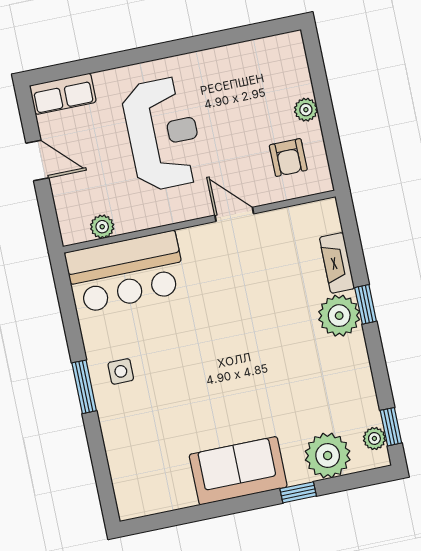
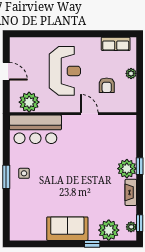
row of seats: (63, 94) -> (116, 44), moved
armchair: (288, 158) -> (107, 85), moved
plant: (102, 227) -> (29, 102), width x1.87, depth x1.87
fireplace: (337, 263) -> (131, 192), moved

